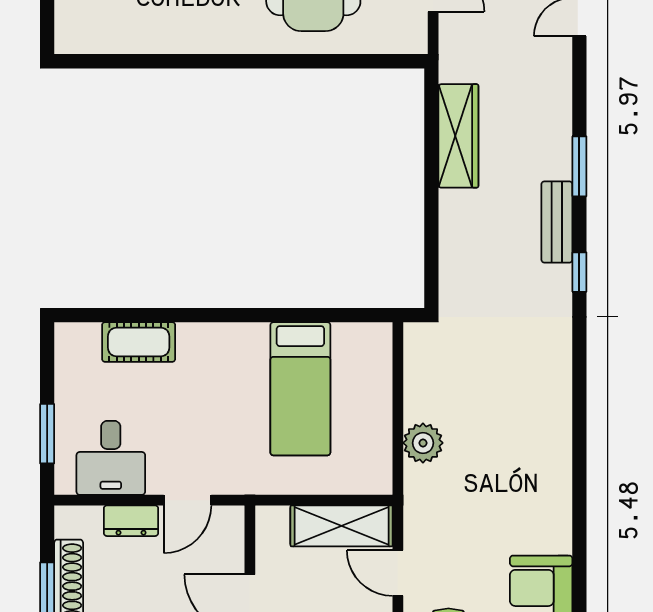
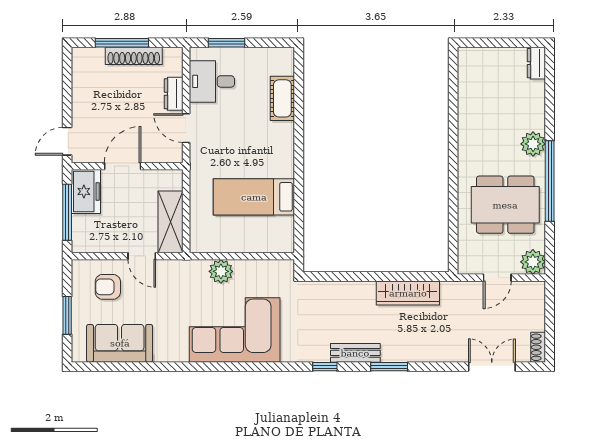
corner sofa: (519, 421) -> (235, 330), added
door: (398, 573) -> (142, 256), swing flipped

